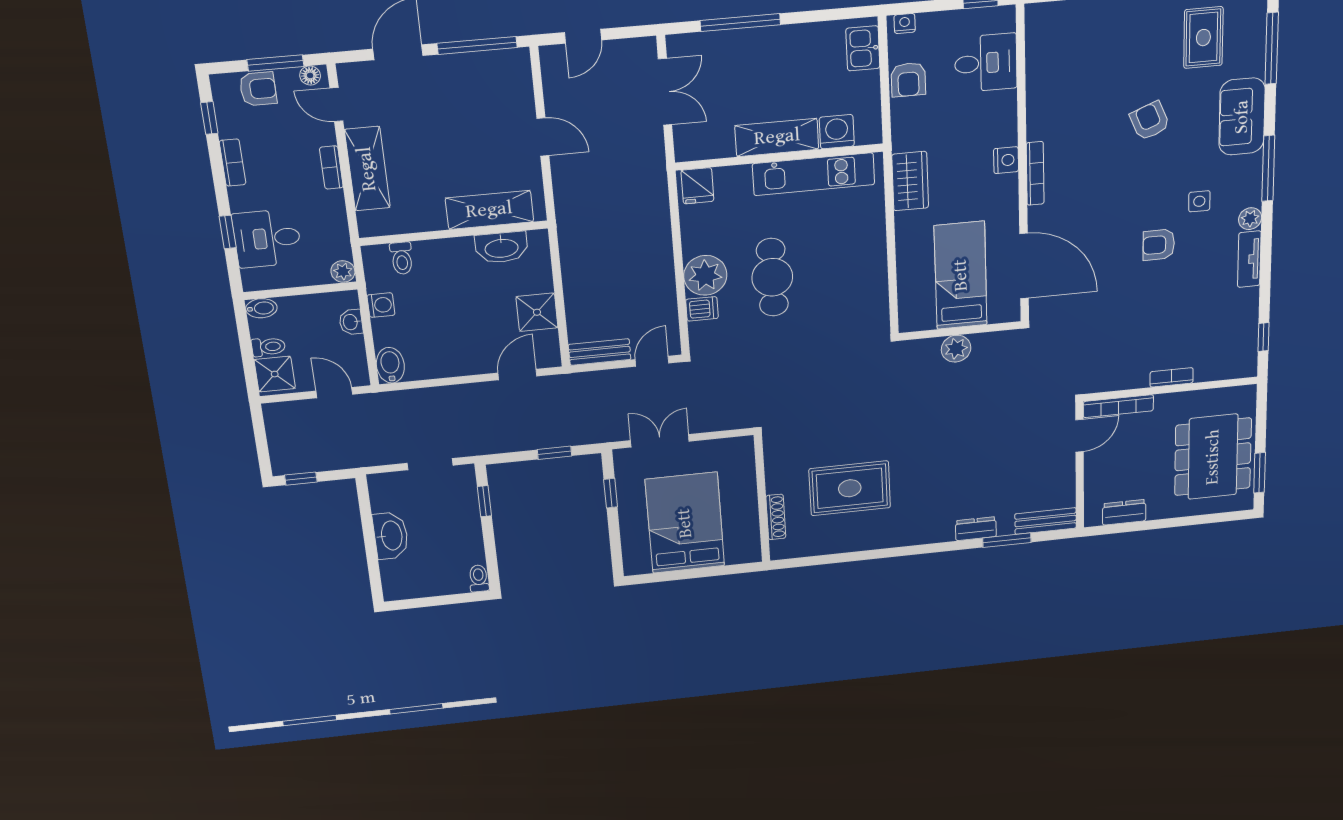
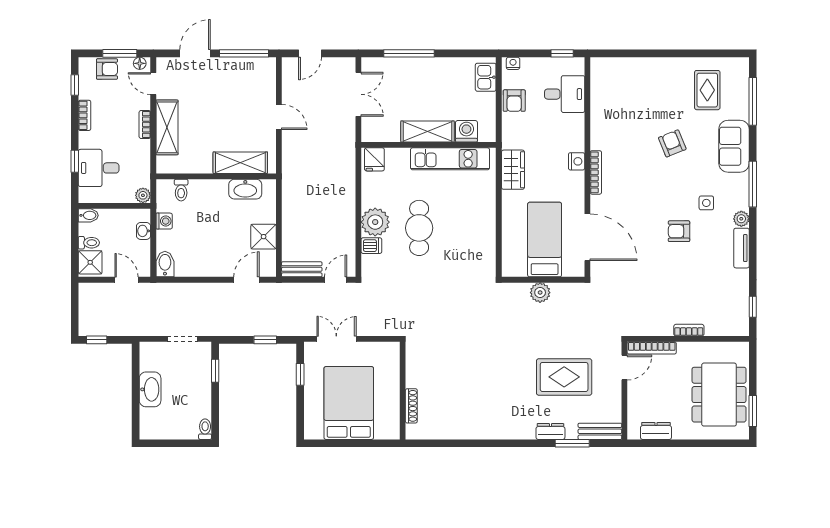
rug: (850, 488) -> (564, 377), moved

